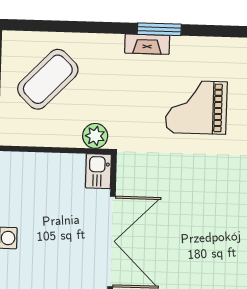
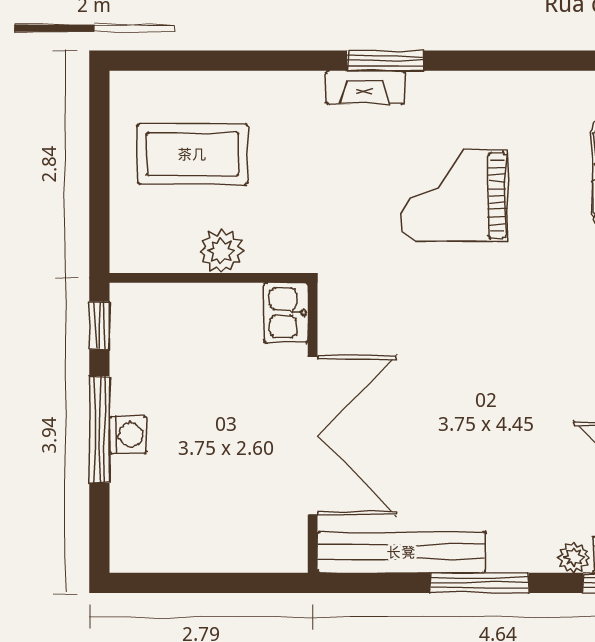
coffee table: (48, 79) -> (192, 154), turned 46
plant: (95, 136) -> (221, 251), moved

